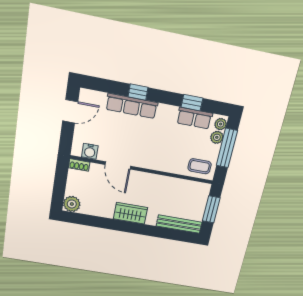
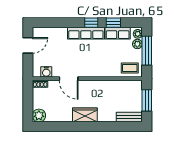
window: (138, 92) -> (91, 23), moved
row of seats: (132, 106) -> (86, 33), moved
bench: (179, 224) -> (129, 117), width x0.73

